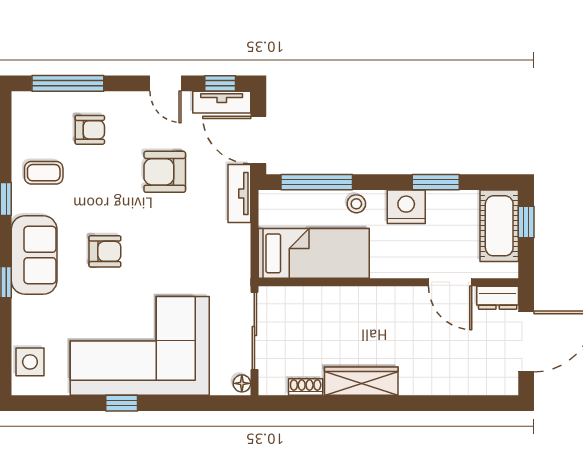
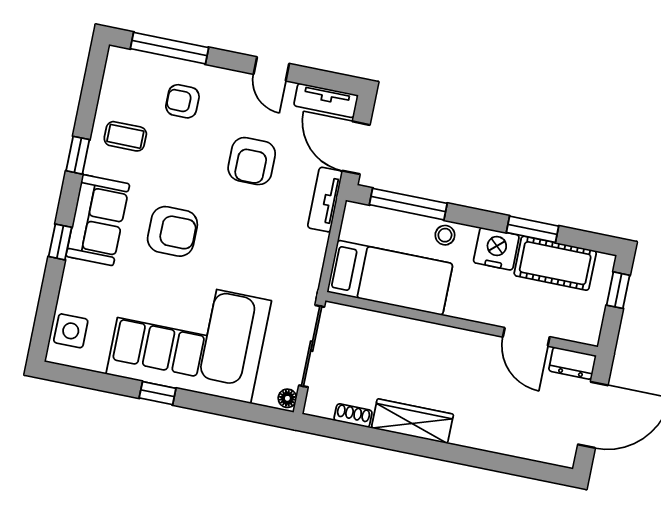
window: (220, 83) -> (328, 80), removed
armchair: (90, 130) -> (182, 101), turned 180
armchair: (165, 172) -> (252, 161), turned -90
cot: (499, 226) -> (555, 263), moved, turned 90
armchair: (105, 251) -> (172, 231), width x1.38, depth x1.38

